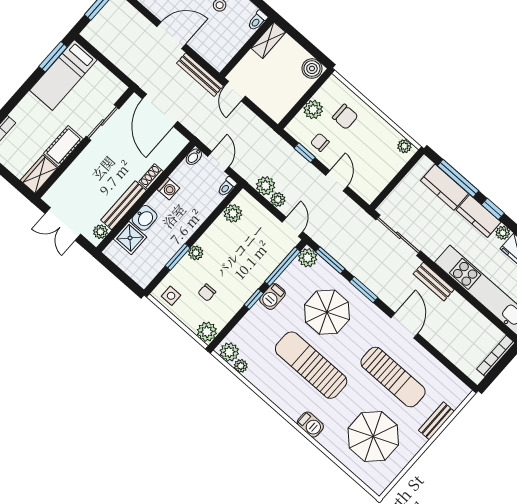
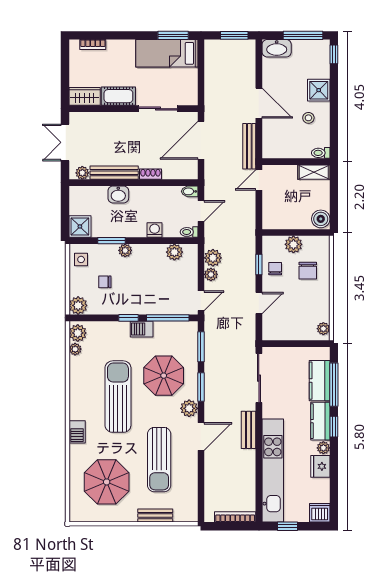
washing machine: (168, 189) -> (155, 230), moved, turned 180
shower: (130, 238) -> (80, 226), moved
plant: (308, 258) -> (189, 408), moved

